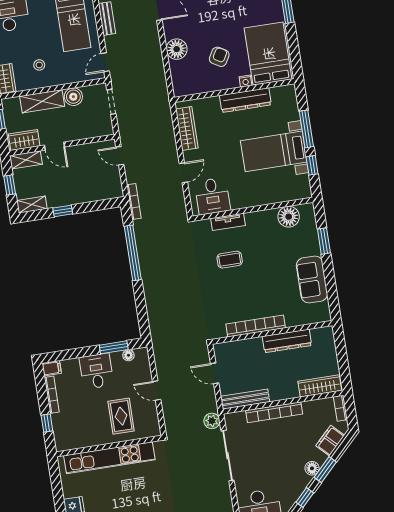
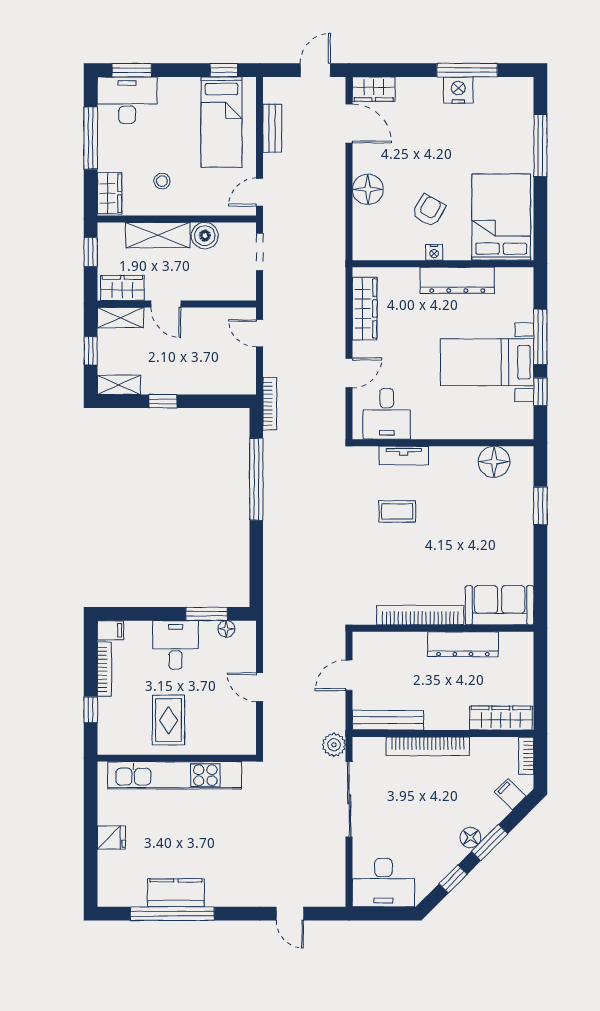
nightstand: (245, 81) -> (434, 252), moved
sofa: (312, 279) -> (500, 605), moved, turned 90
door: (215, 373) -> (349, 675), hinge flipped
rug: (121, 416) -> (168, 720), moved
filing cabinet: (330, 441) -> (510, 794), width x0.50

